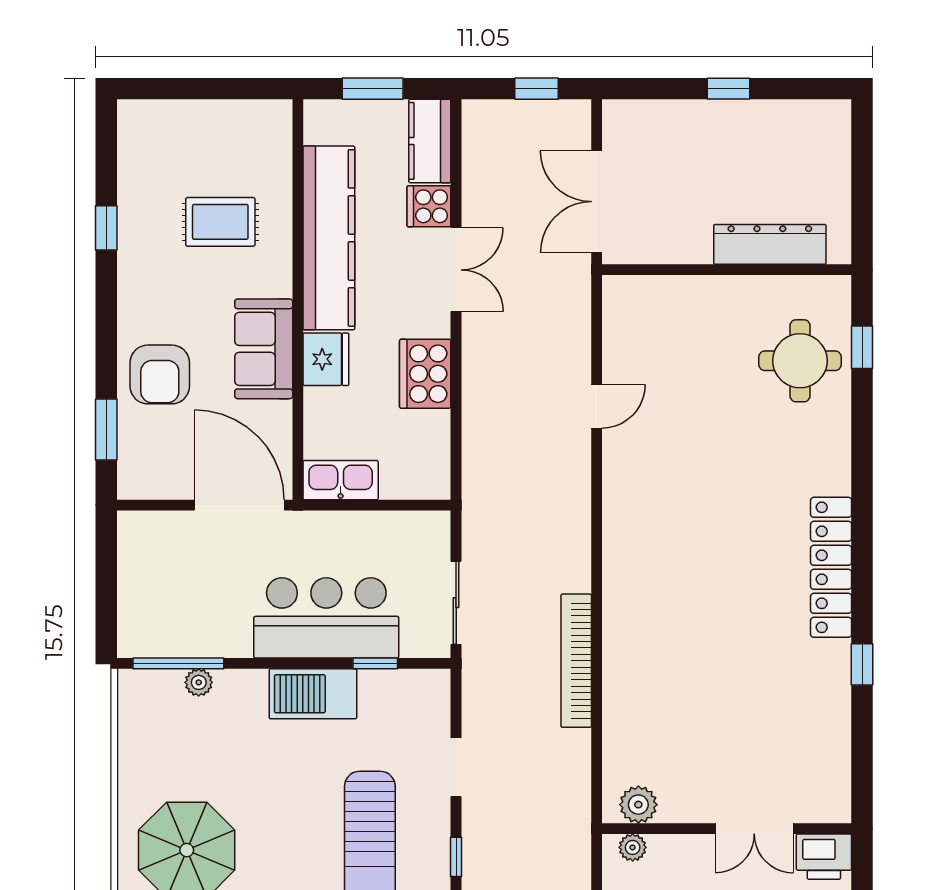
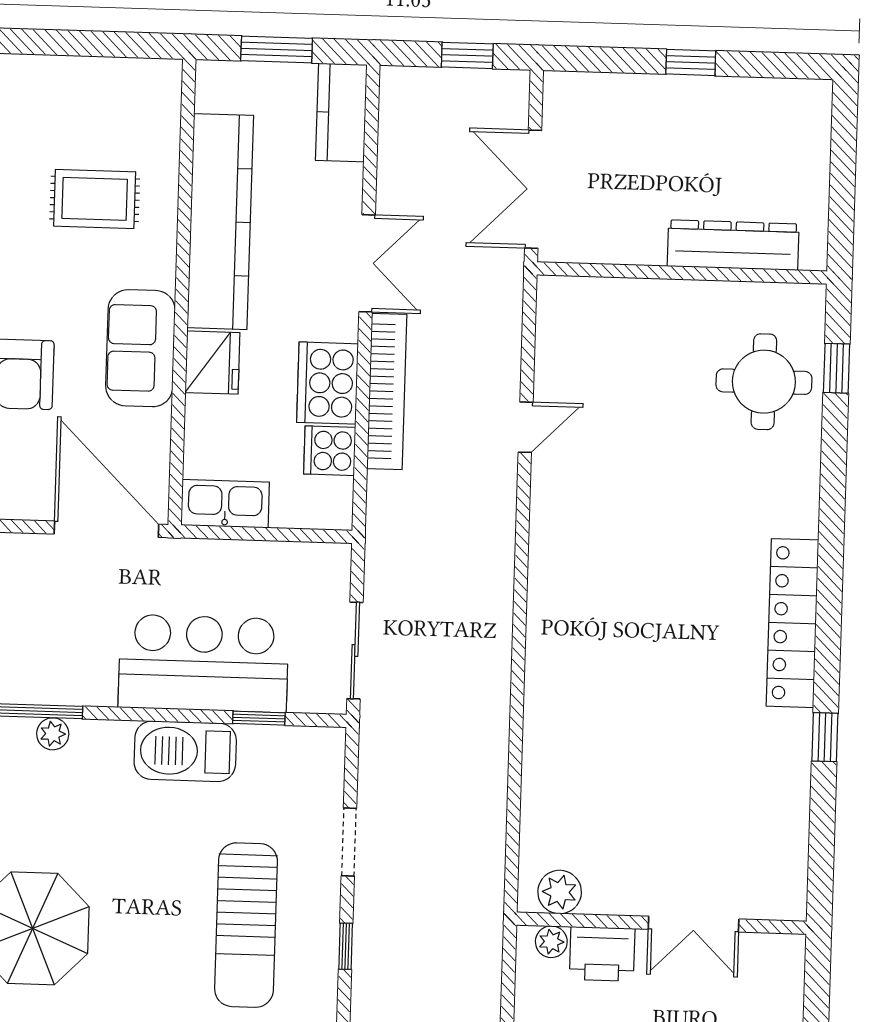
cooker: (429, 206) -> (330, 451), moved
bookcase: (576, 661) -> (387, 391), moved, turned 180
printer: (824, 857) -> (602, 954), moved

